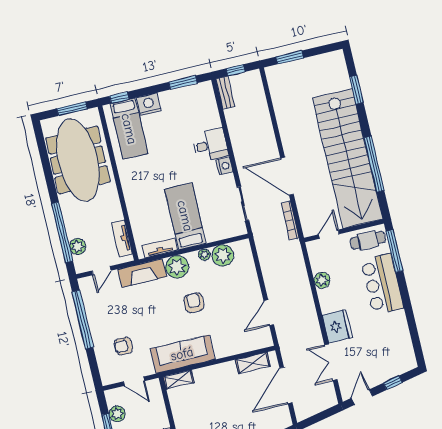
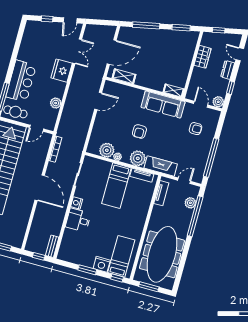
window: (183, 83) -> (87, 270), moved
door: (287, 176) -> (40, 188), moved
plant: (117, 414) -> (218, 102), moved

